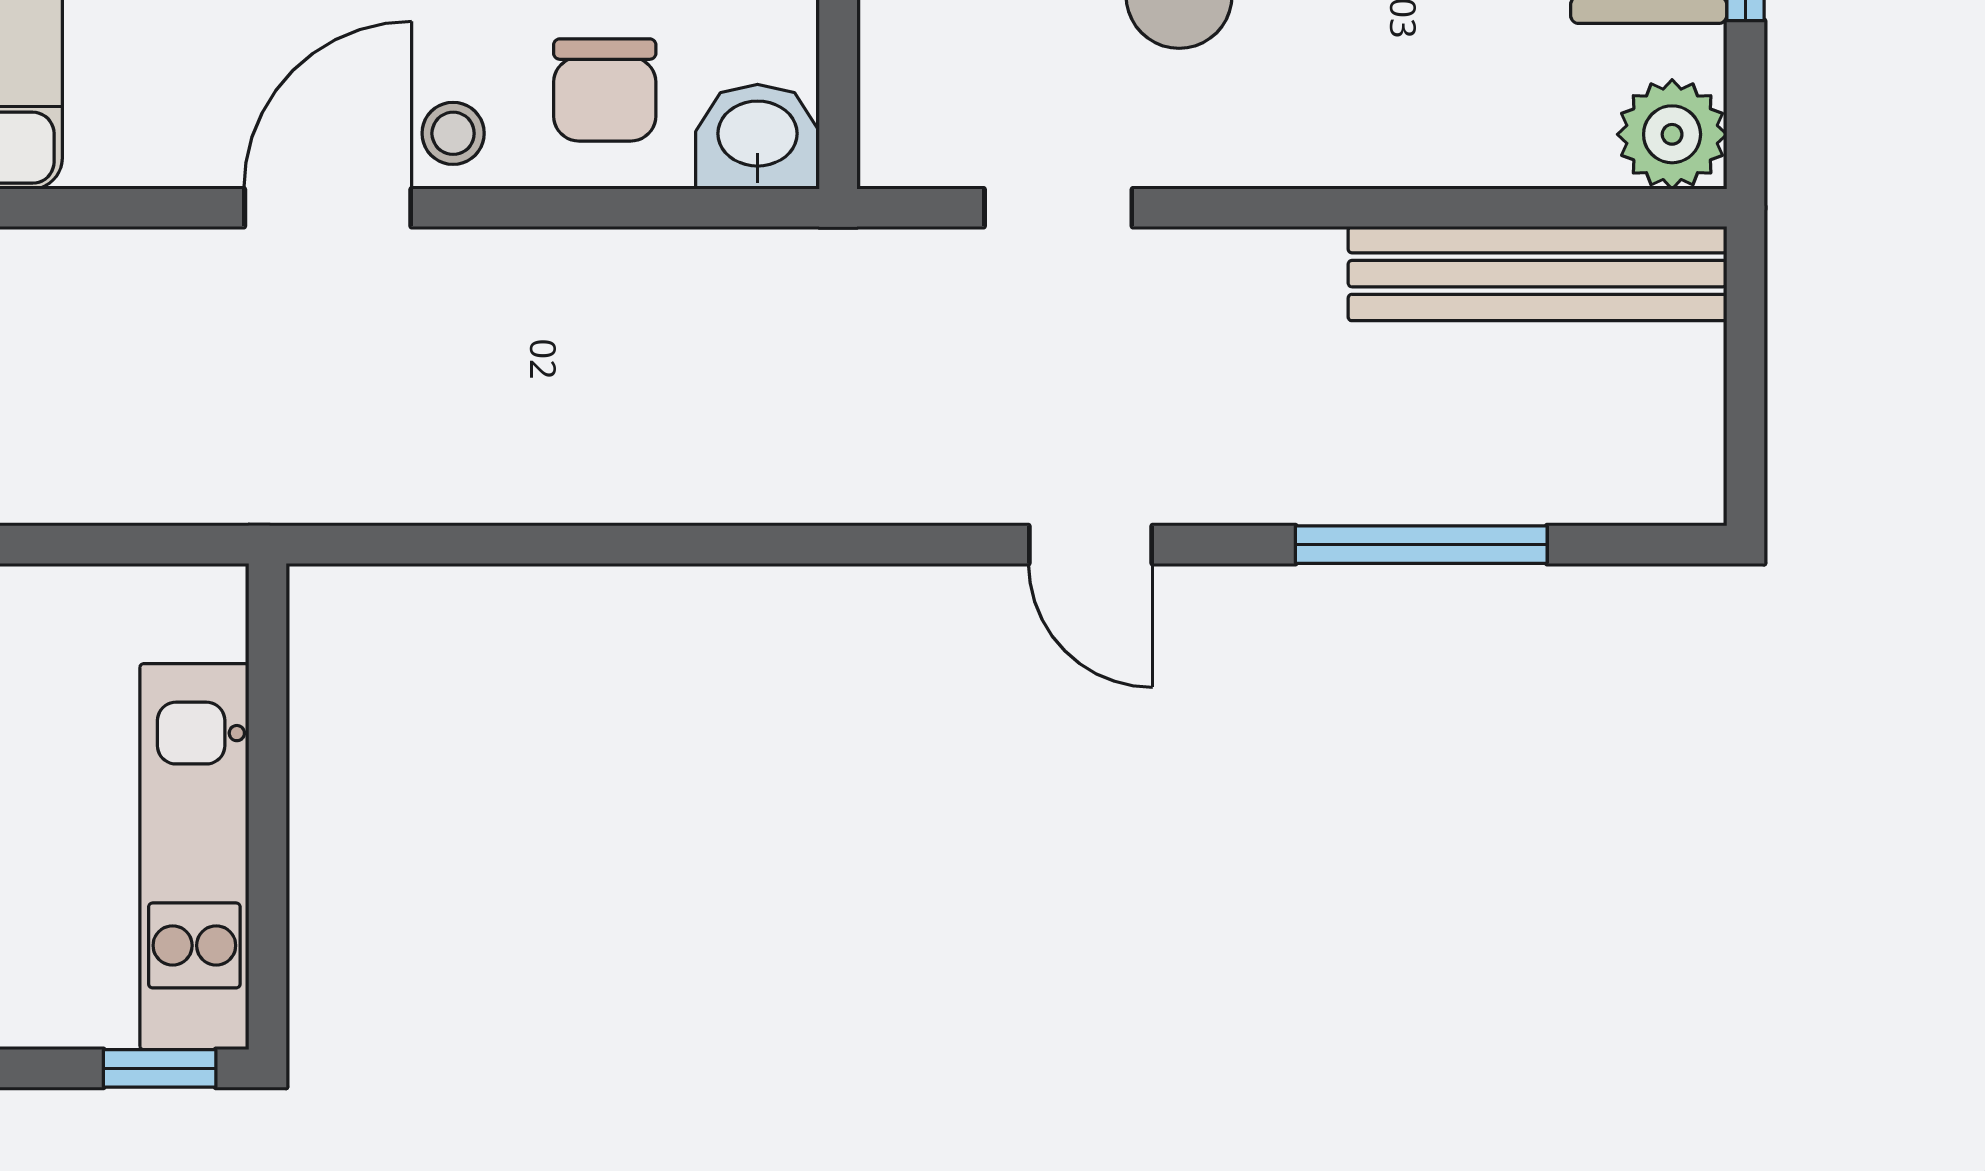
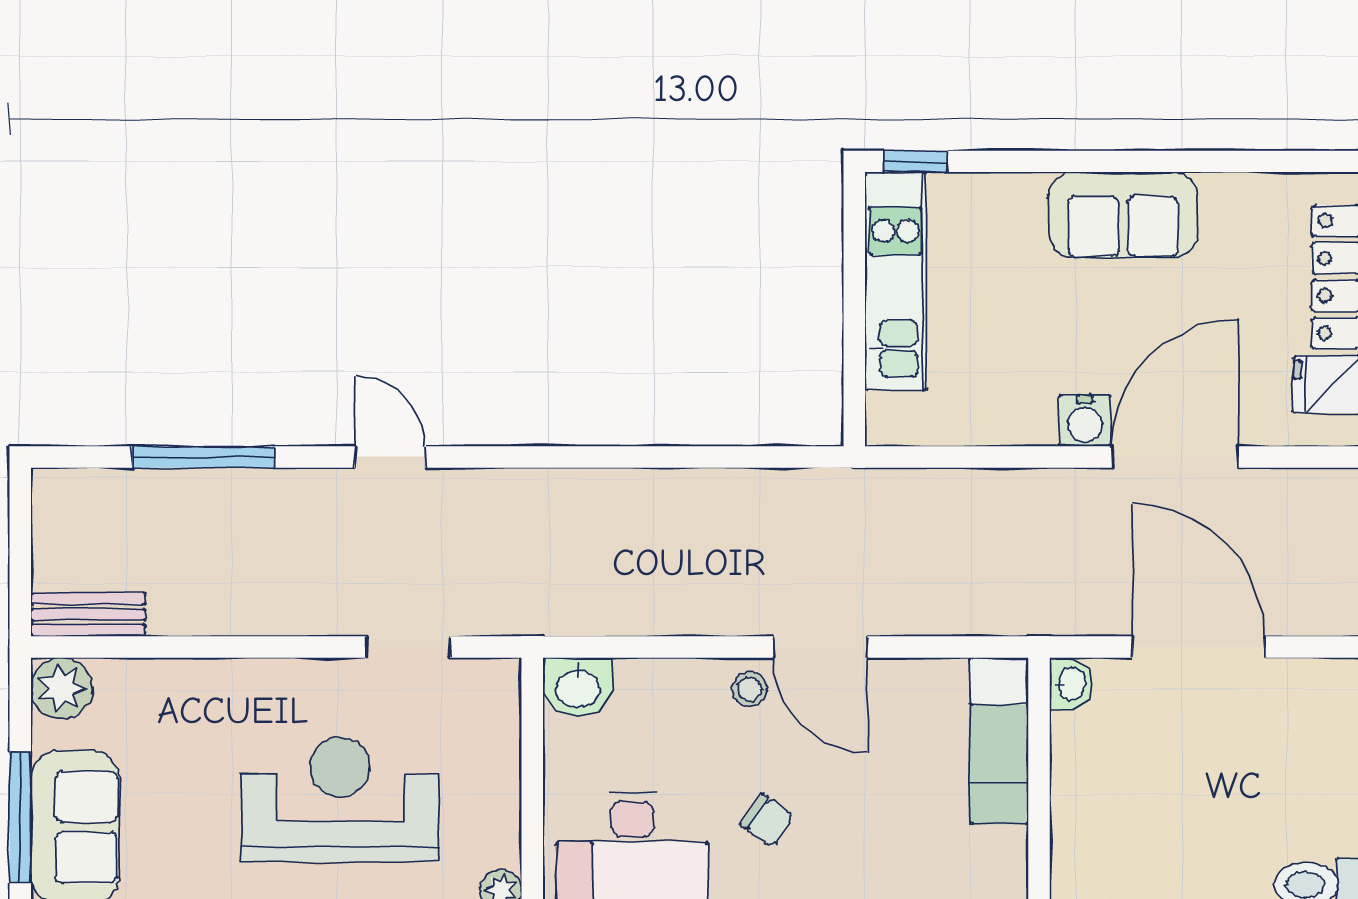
chair: (605, 90) -> (664, 714), removed
door: (328, 208) -> (820, 647), hinge flipped
bench: (1537, 274) -> (88, 615), width x0.54, depth x0.82

